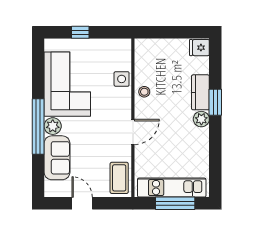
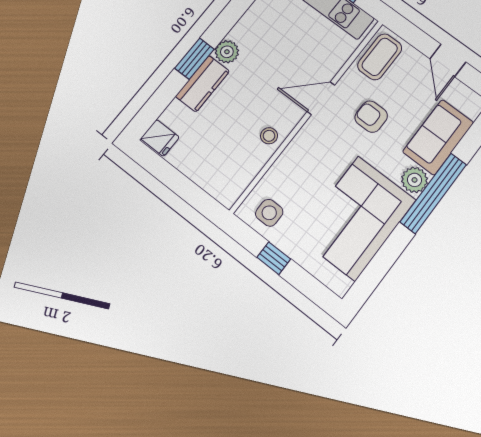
window: (80, 32) -> (274, 258), moved
side table: (122, 79) -> (269, 213), moved
armchair: (99, 142) -> (371, 117), added

